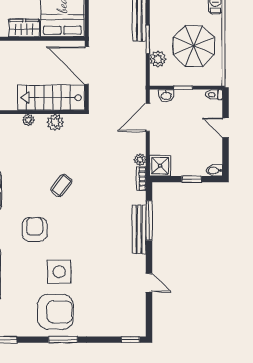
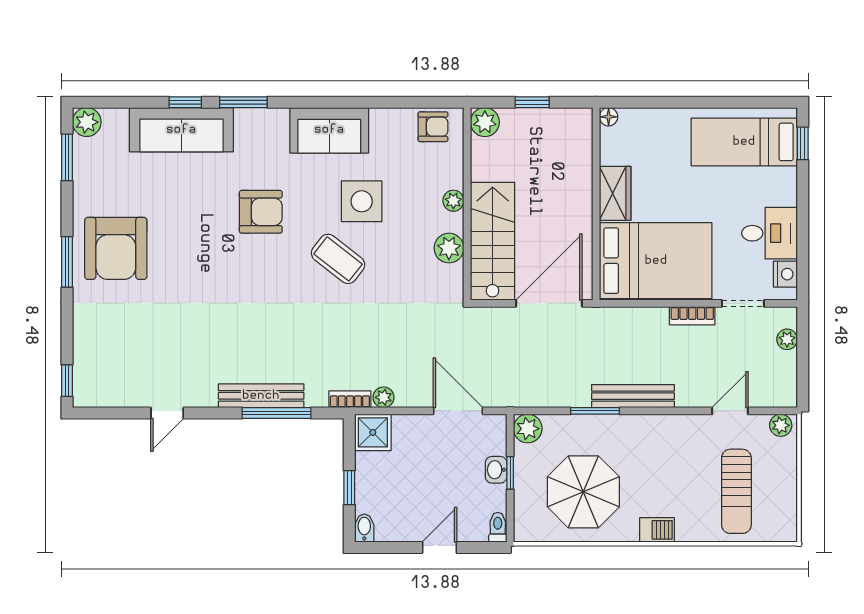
plant: (158, 59) -> (528, 429), moved
washbasin: (166, 96) -> (496, 470), moved
coffee table: (61, 185) -> (338, 259), width x1.36, depth x1.30
side table: (59, 272) -> (362, 201), moved

